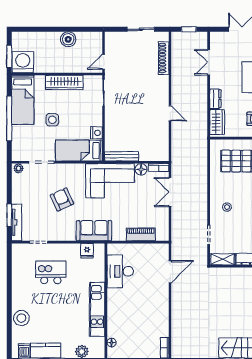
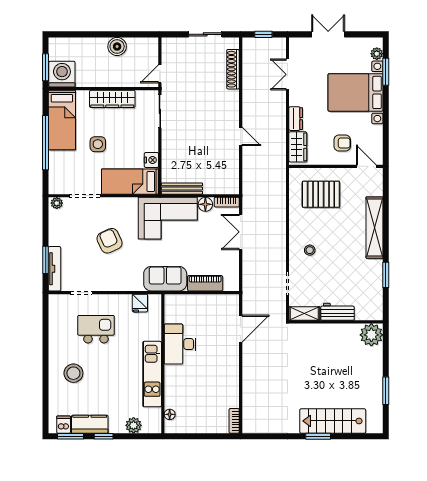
sofa: (94, 231) -> (165, 279), moved
desk: (120, 271) -> (180, 344), moved
stool: (21, 318) -> (73, 373), moved

